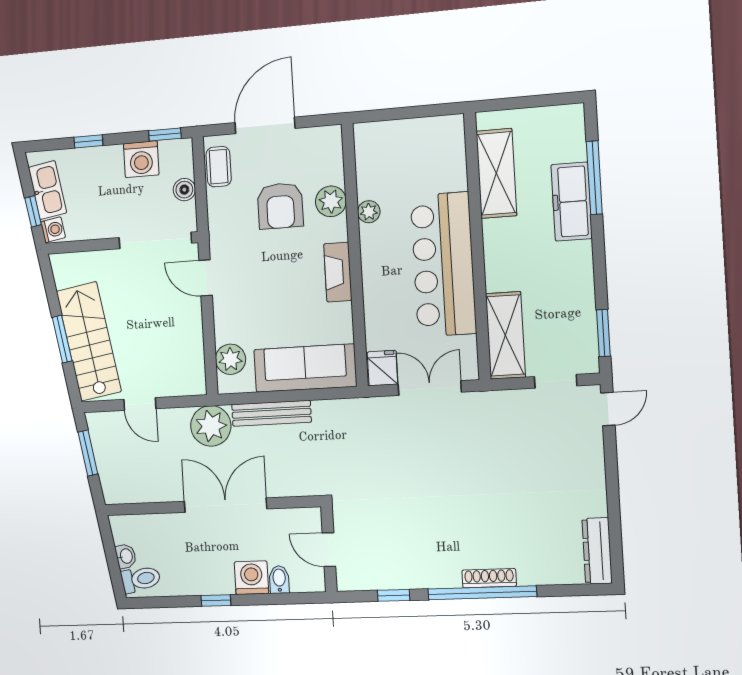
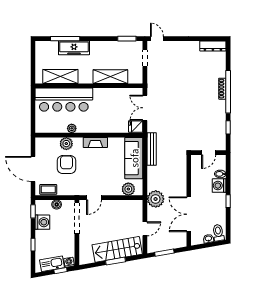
armchair: (280, 206) -> (66, 165), turned -90
bar counter: (443, 264) -> (64, 100), moved
shelving: (505, 335) -> (110, 77), moved
bench: (271, 413) -> (152, 149), moved
double door: (225, 505) -> (189, 214), moved

